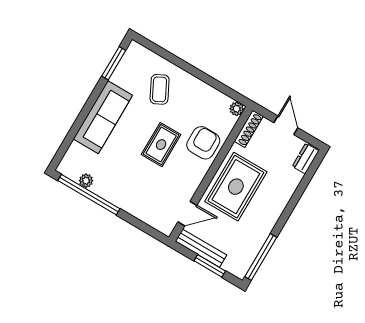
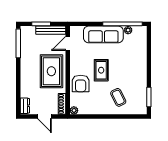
sofa: (103, 117) -> (103, 34), moved, turned -90

